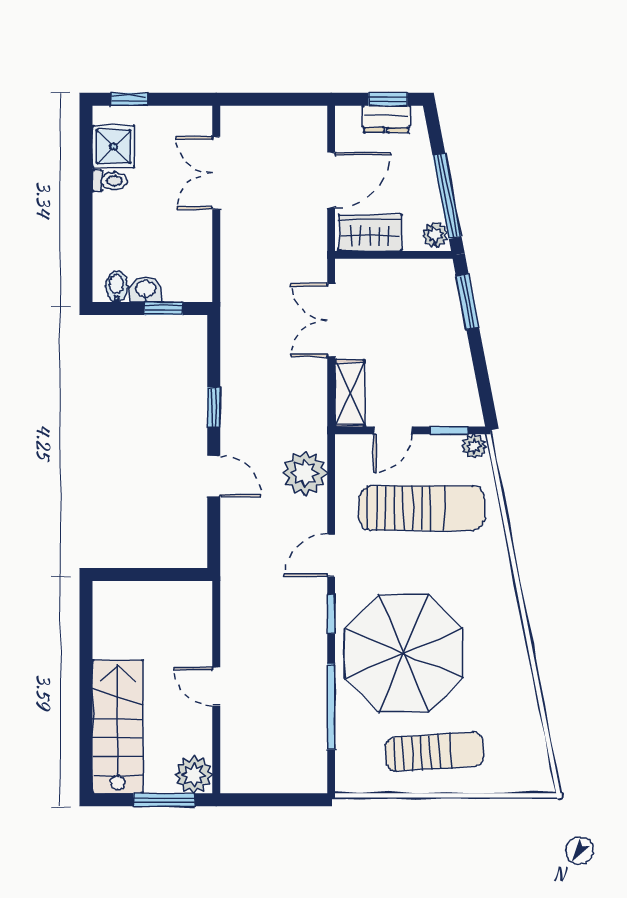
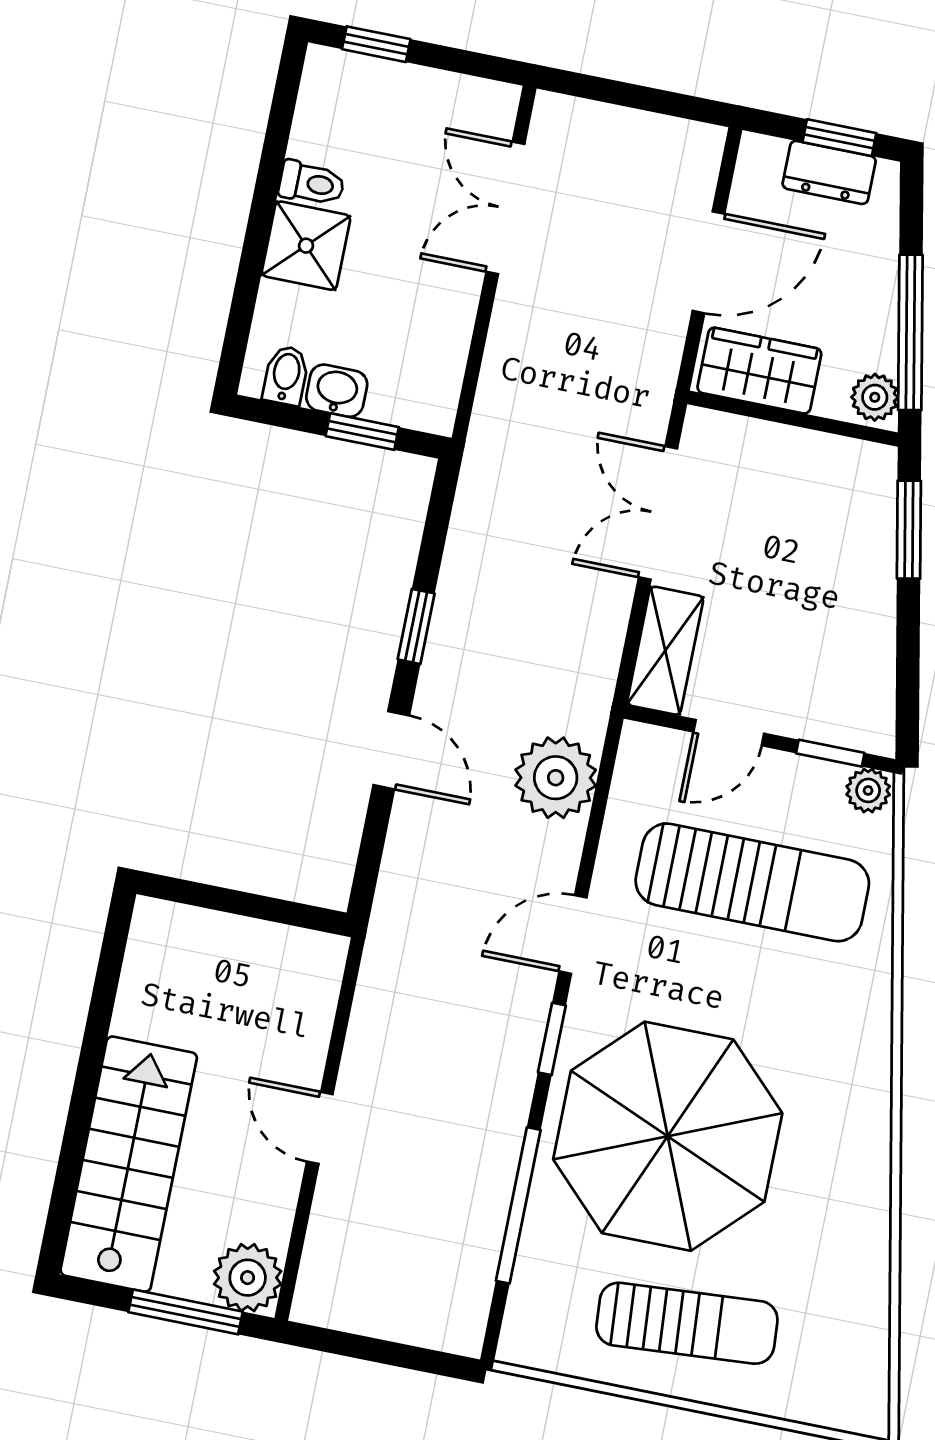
shower: (113, 147) -> (306, 246), moved

